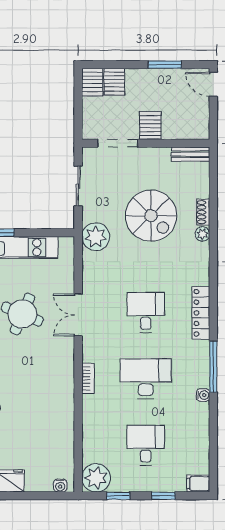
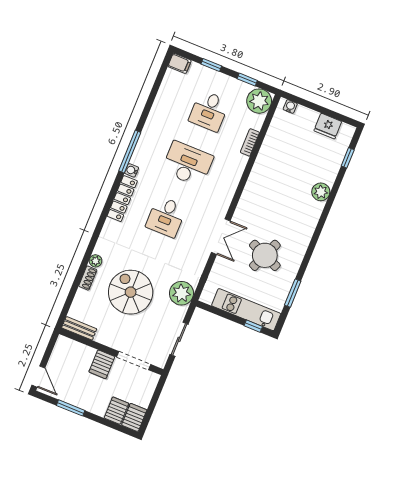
bookcase: (88, 378) -> (250, 142), moved
desk: (146, 379) -> (188, 164), turned 180
water cooler: (203, 395) -> (132, 170), moved

